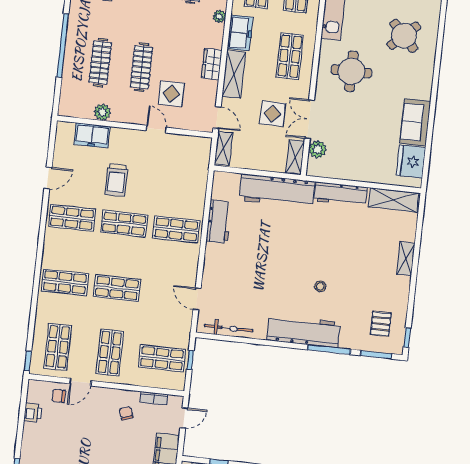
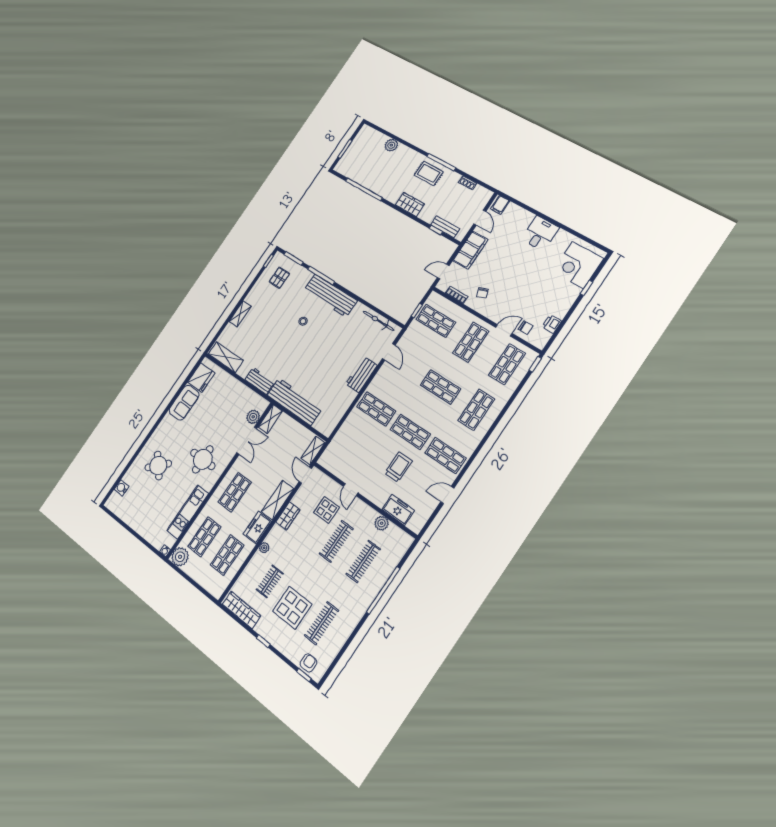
display table: (273, 114) -> (268, 458), removed
workbench: (341, 194) -> (260, 381), width x0.73
workbench: (219, 222) -> (361, 375), moved
shop shelf: (65, 282) -> (476, 410), turned 90

